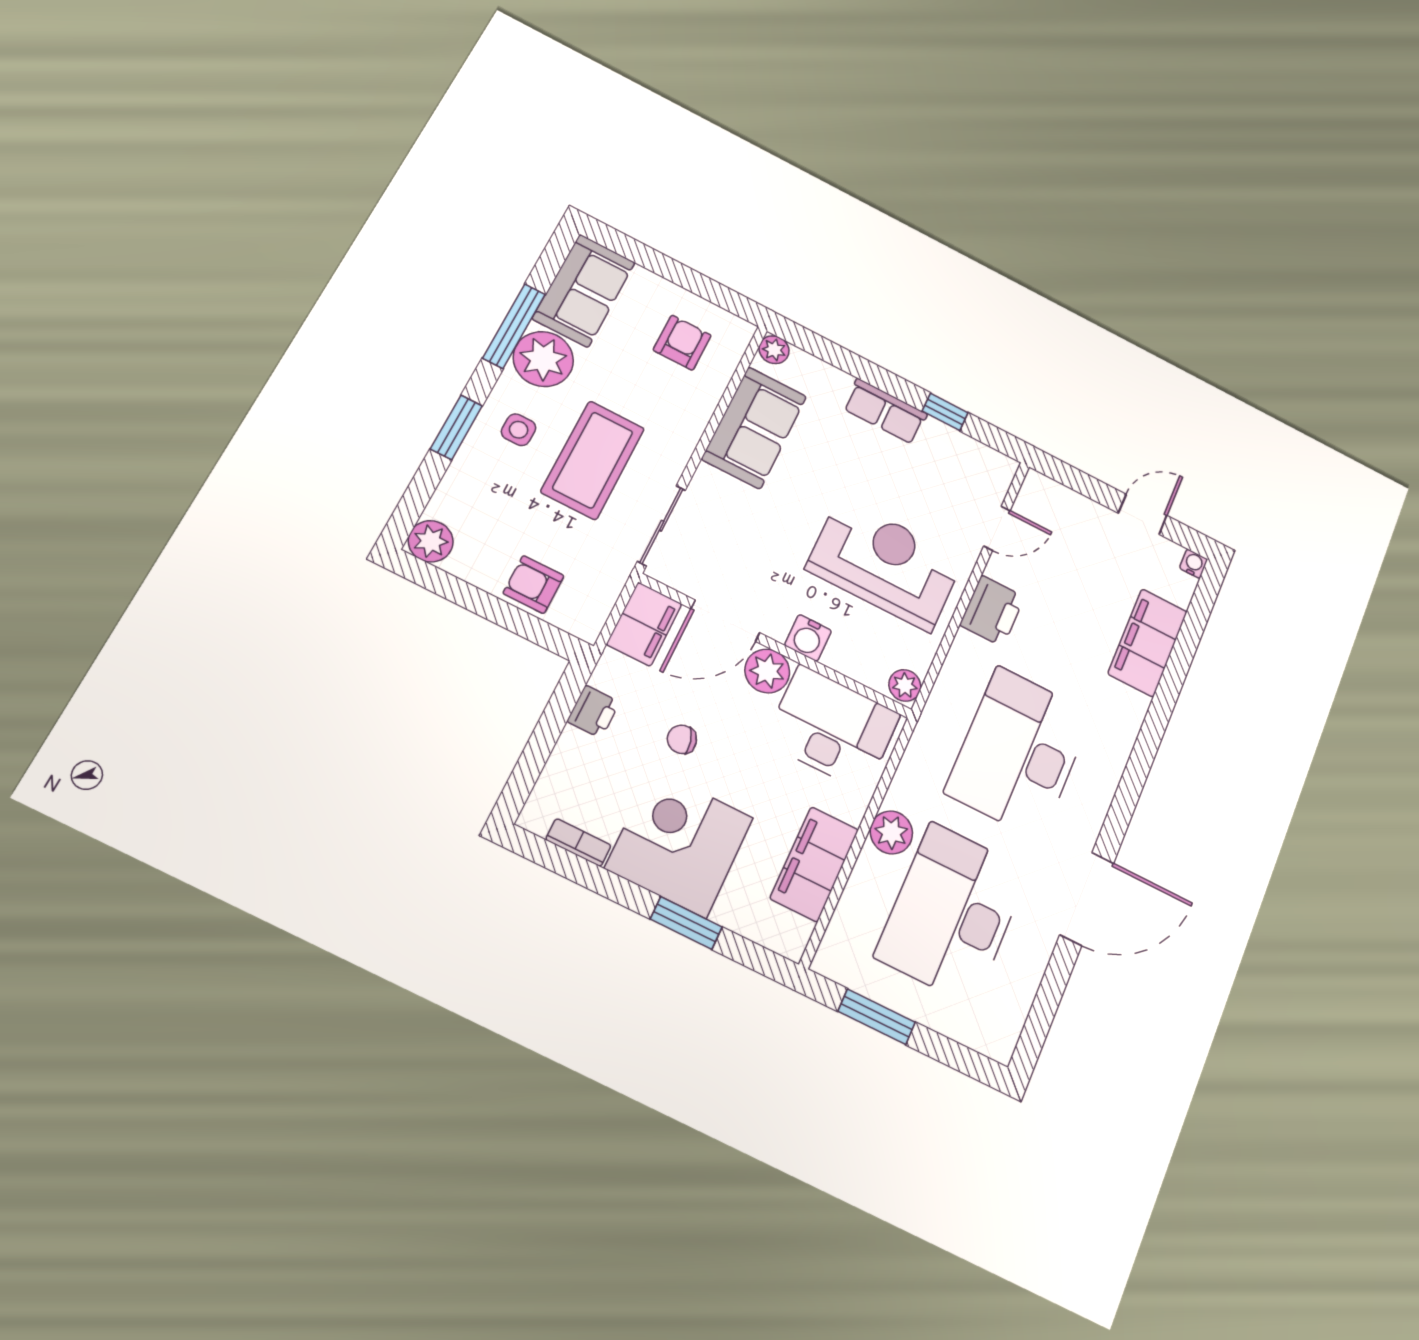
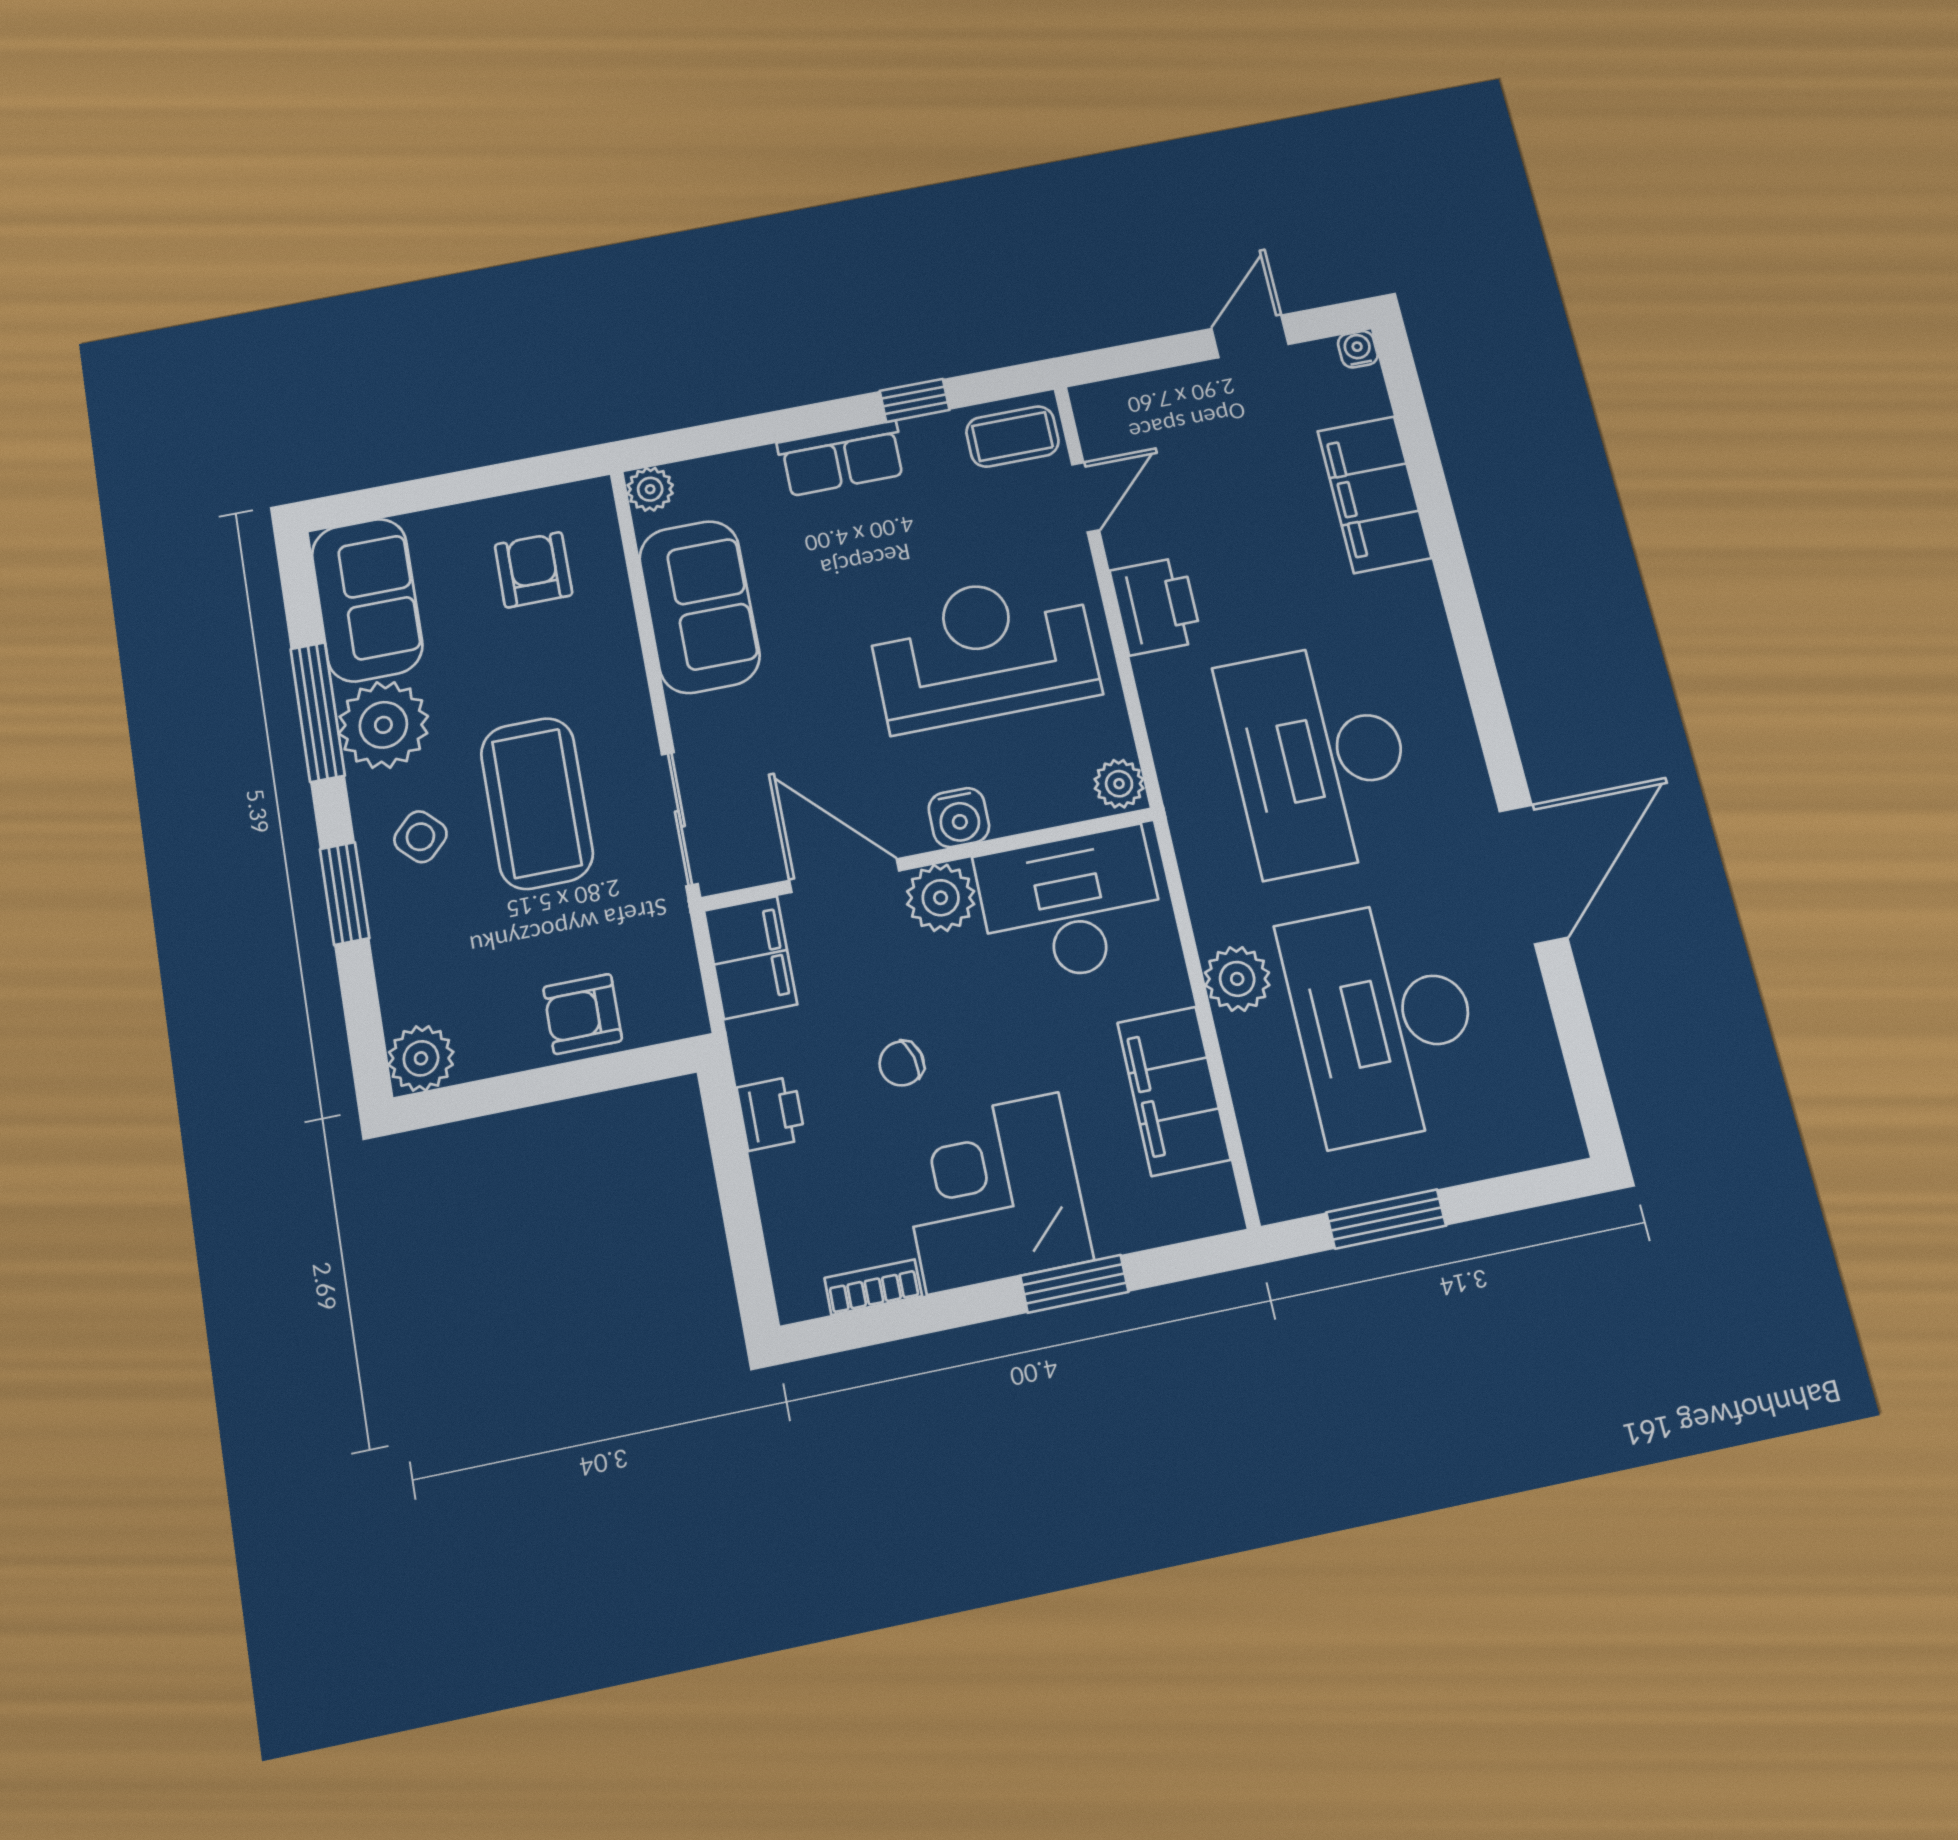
side table: (519, 430) -> (420, 837), turned 45
coffee table: (982, 469) -> (1012, 437), added
door: (725, 621) -> (844, 876), swing flipped

